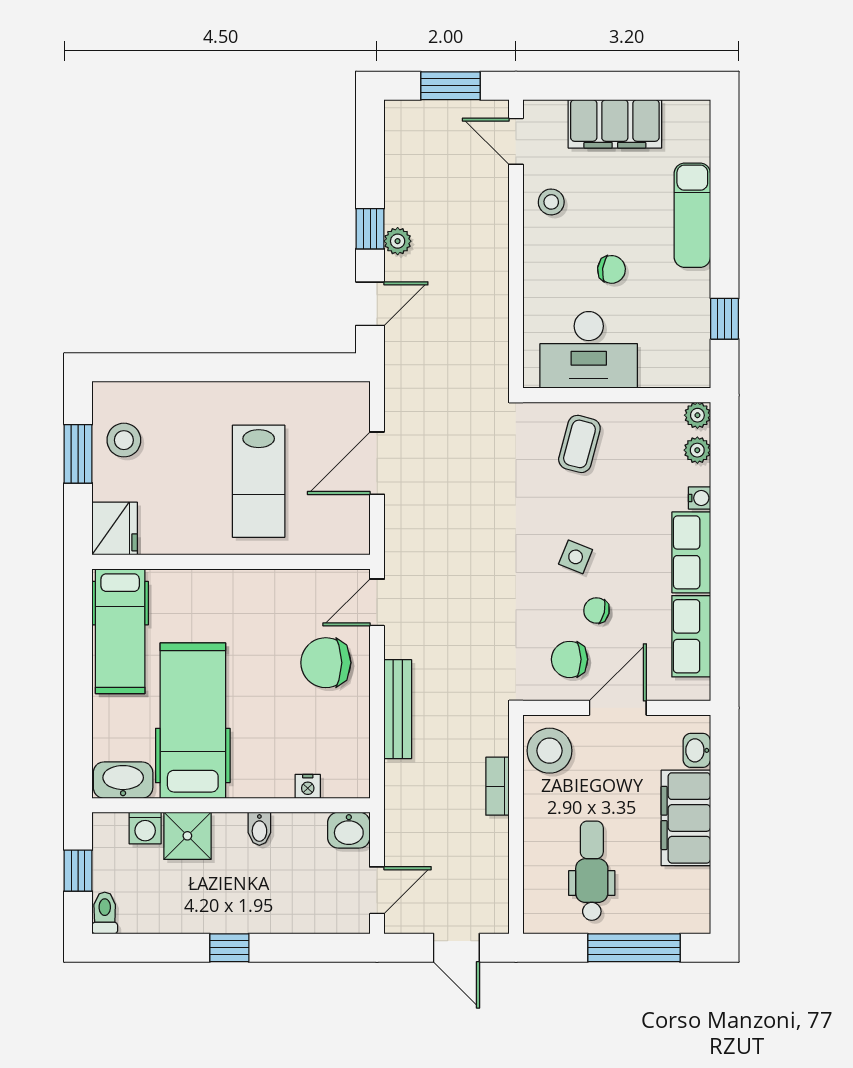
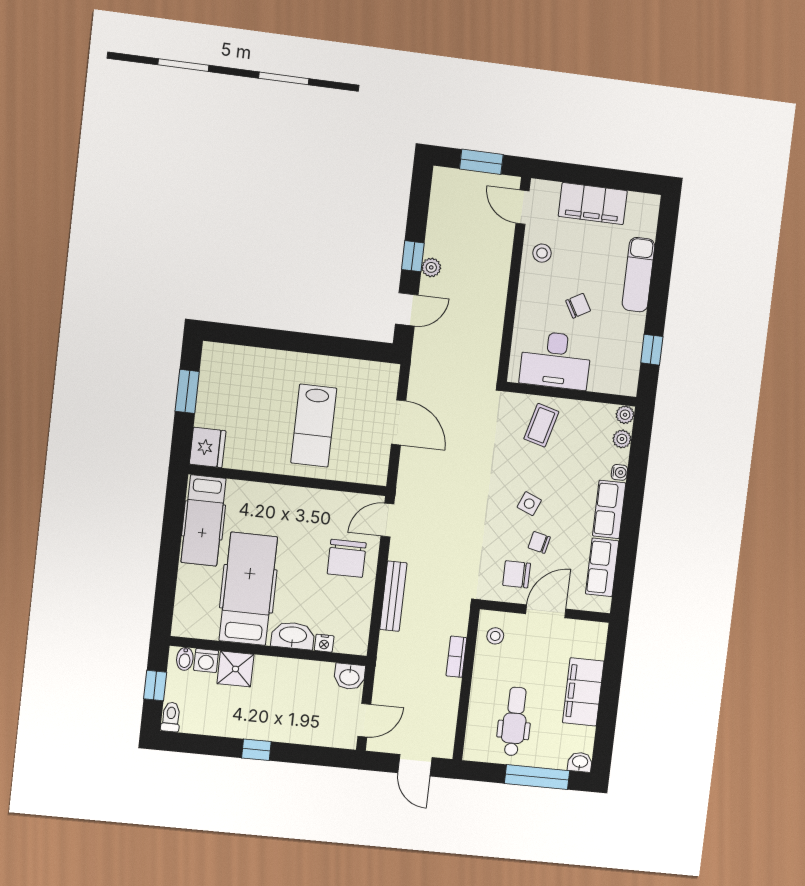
chair: (611, 269) -> (578, 306), turned -37
stool: (124, 440) -> (221, 385), removed
door: (377, 463) -> (399, 422), swing flipped
chair: (326, 663) -> (347, 558), turned -90
washbasin: (697, 750) -> (580, 762), moved, turned 90
stool: (549, 751) -> (495, 636), width x0.53, depth x0.53
washbasin: (123, 780) -> (293, 636), moved
bidet: (259, 829) -> (185, 659), moved

